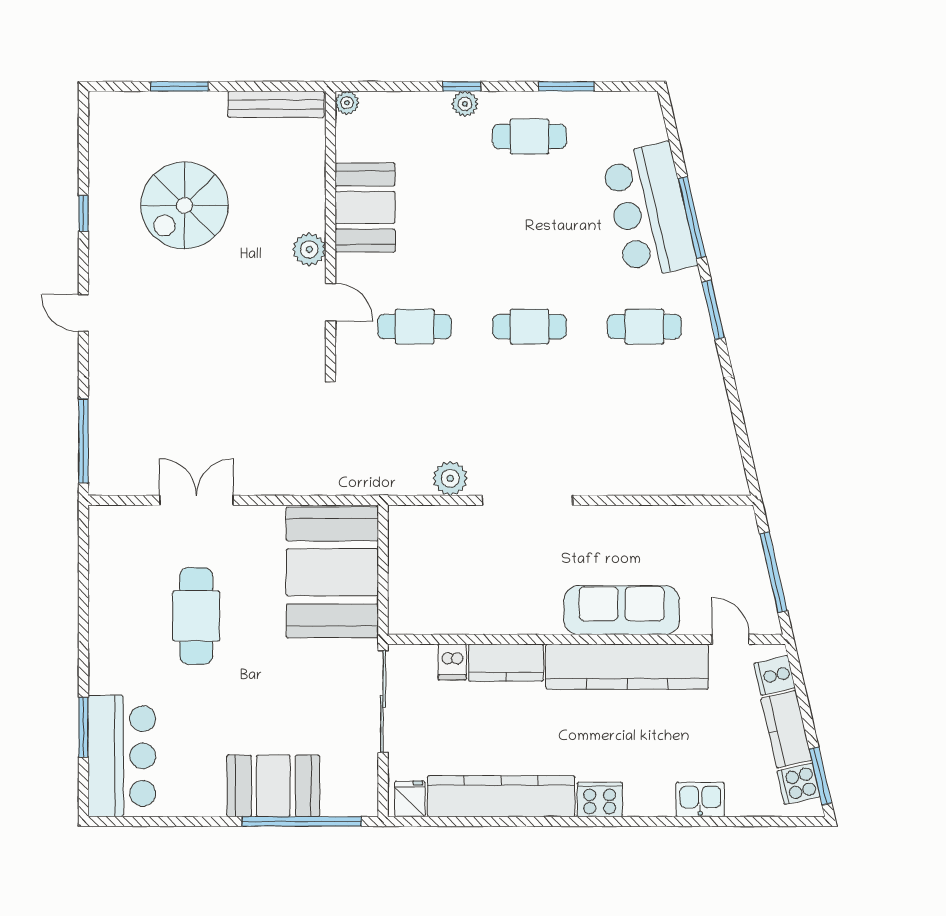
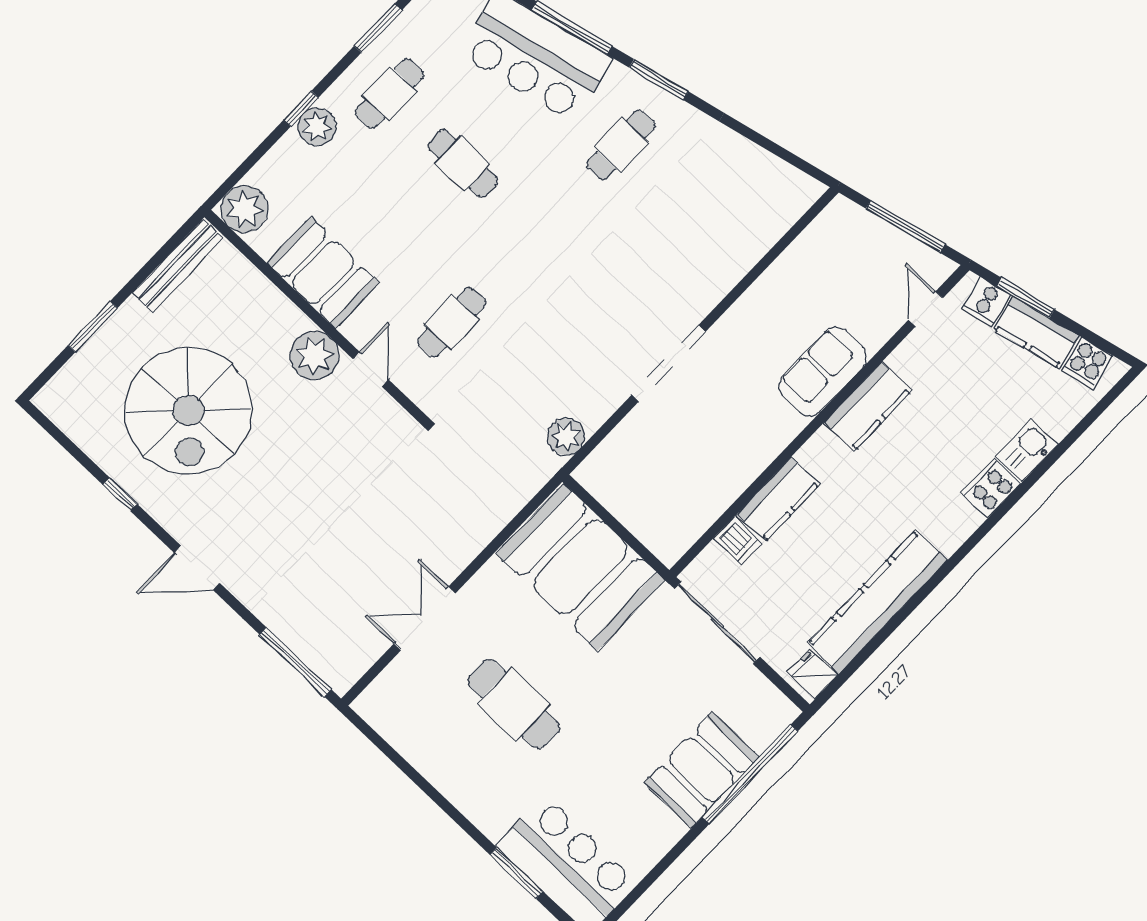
plant: (347, 103) -> (244, 209), width x1.88, depth x1.88
plant: (465, 104) -> (317, 127), width x1.38, depth x1.38
spiral stairs: (184, 205) -> (188, 411), width x1.37, depth x1.37
plant: (309, 249) -> (314, 356), width x1.36, depth x1.36
door: (330, 302) -> (371, 369), hinge flipped
door: (83, 313) -> (197, 568), width x1.38
cafe table: (529, 327) -> (463, 164), moved, turned 90
plant: (450, 478) -> (566, 437), moved
sofa: (622, 610) -> (823, 372), width x0.73
door: (731, 639) -> (926, 309), hinge flipped
kitchen counter: (627, 667) -> (868, 407), width x0.48, depth x0.86
window: (820, 776) -> (1026, 298), moved
cooker: (600, 799) -> (991, 488), moved

